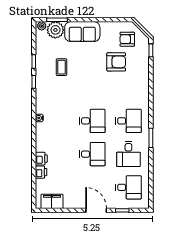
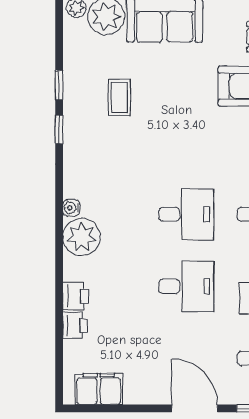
plant: (44, 131) -> (82, 237), added

